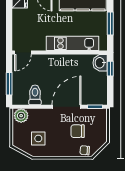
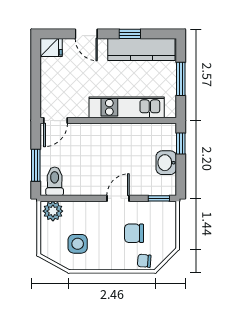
washbasin: (100, 63) -> (166, 163), moved
toilet: (35, 95) -> (55, 181), moved
door: (66, 107) -> (118, 198), width x0.53

